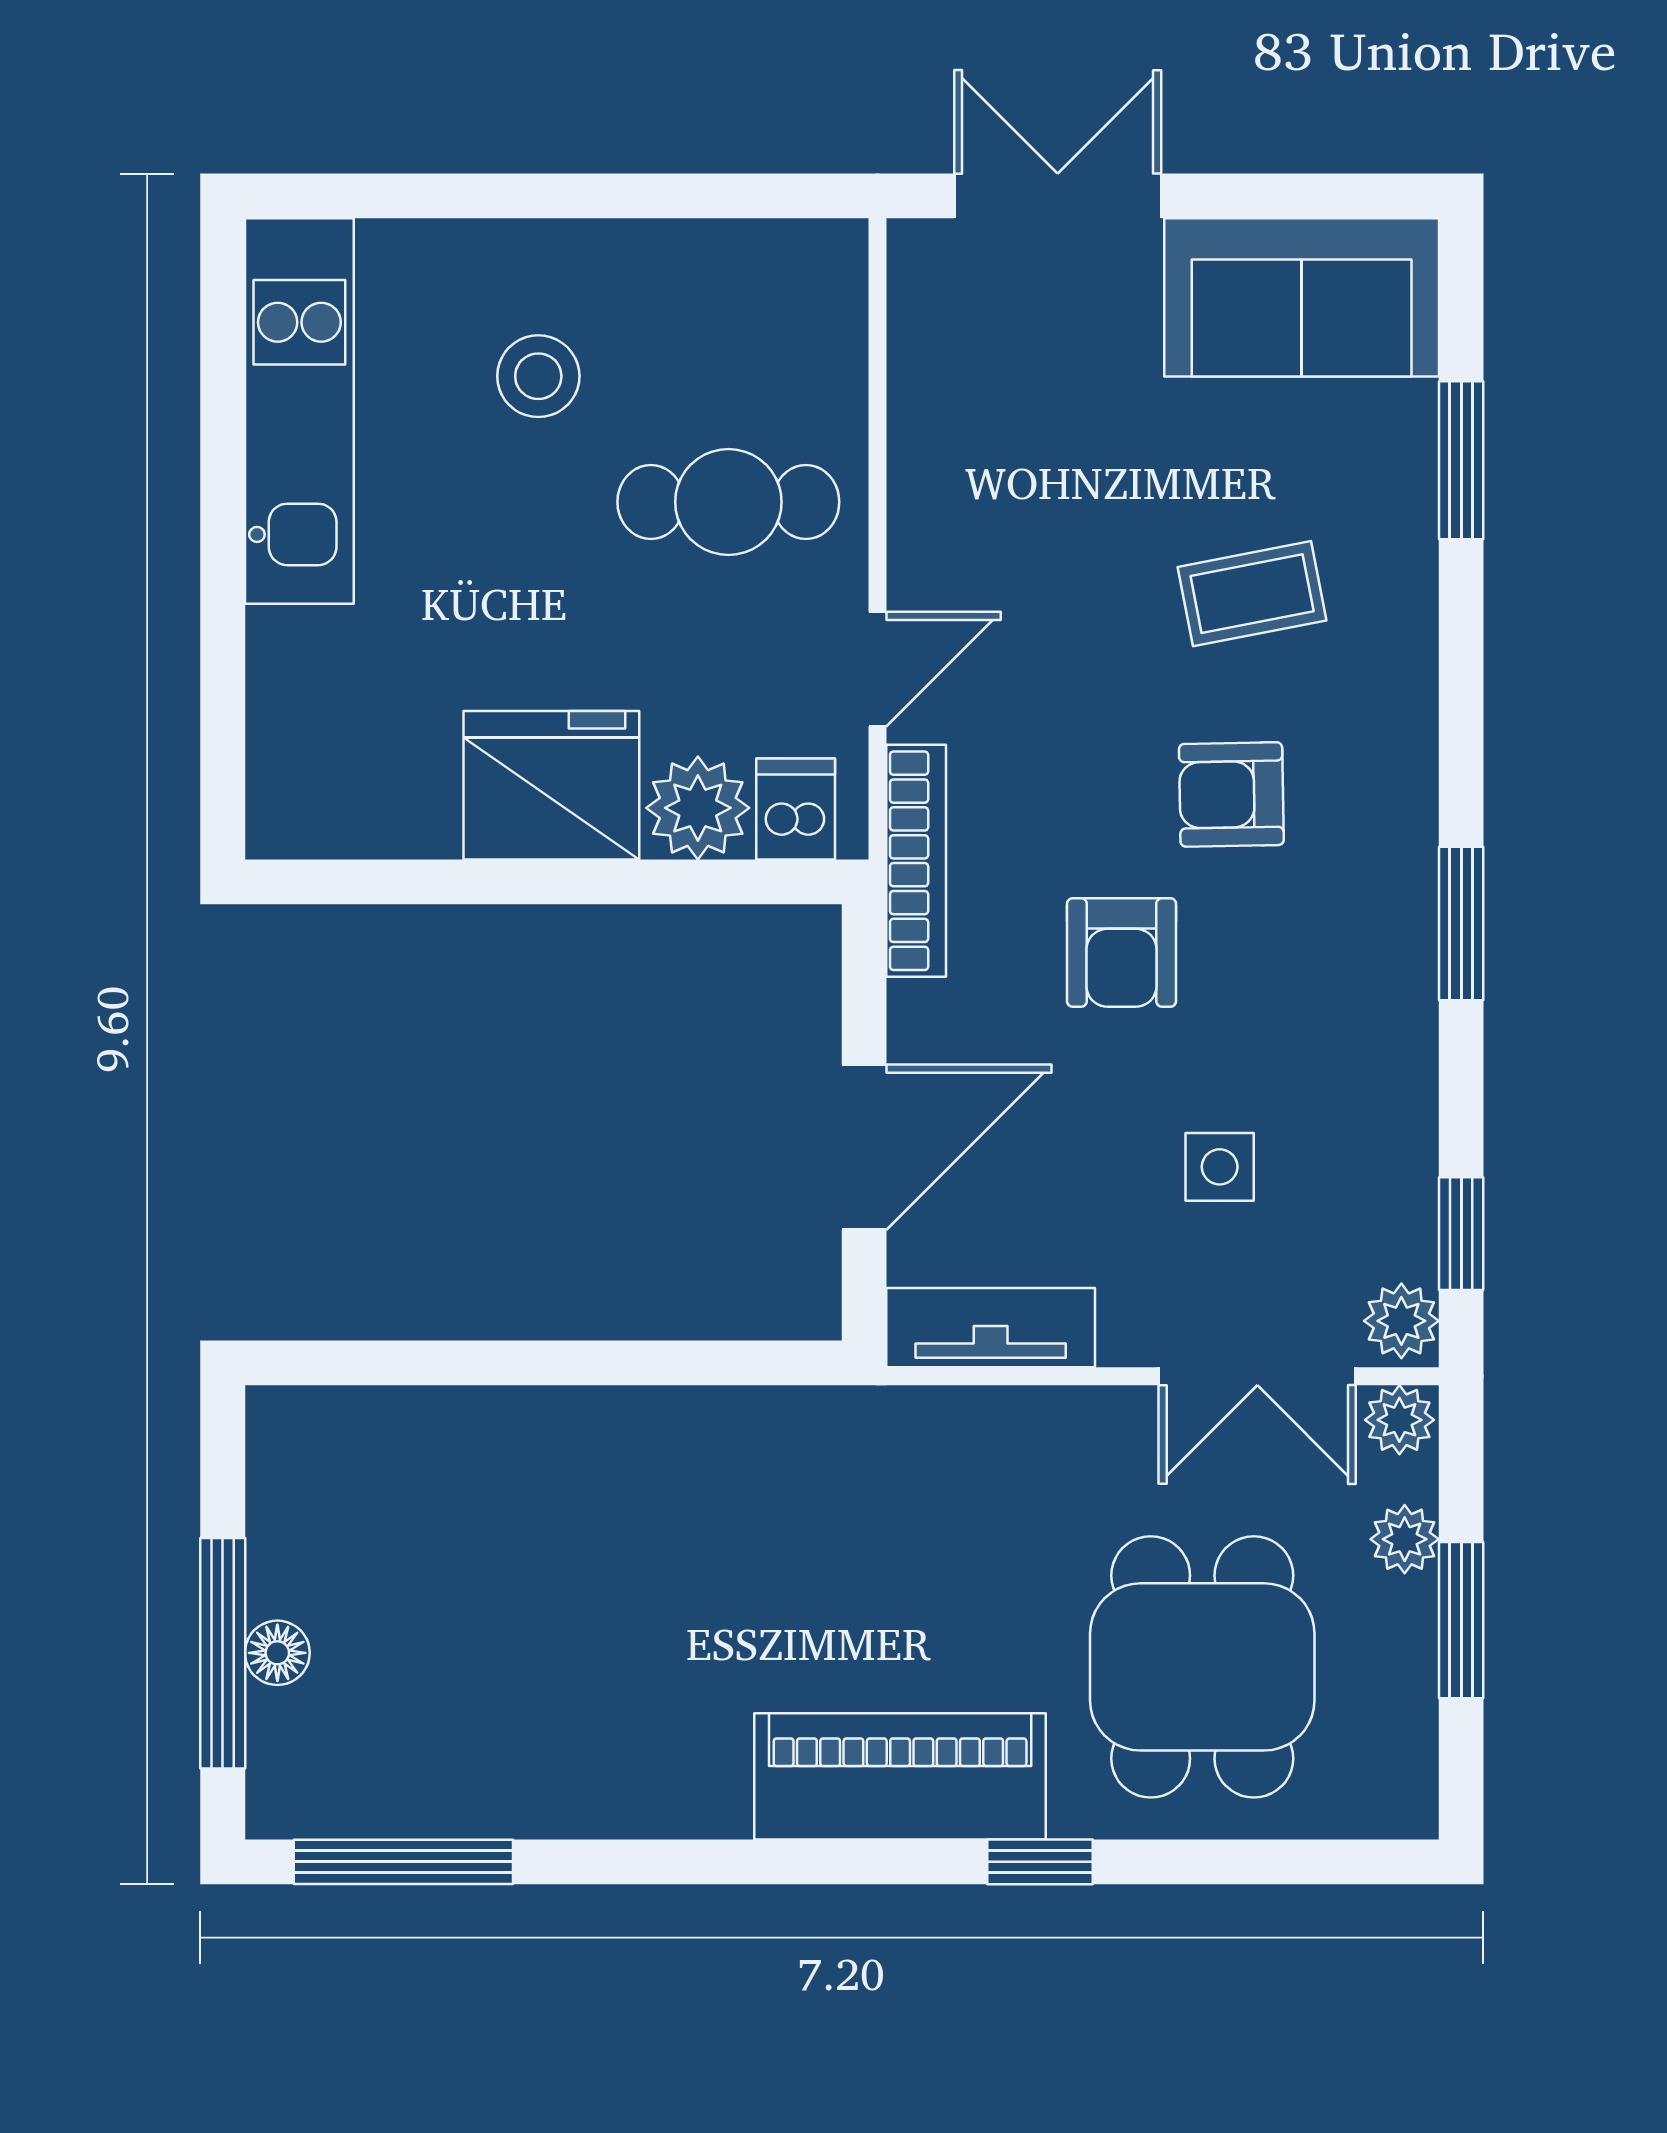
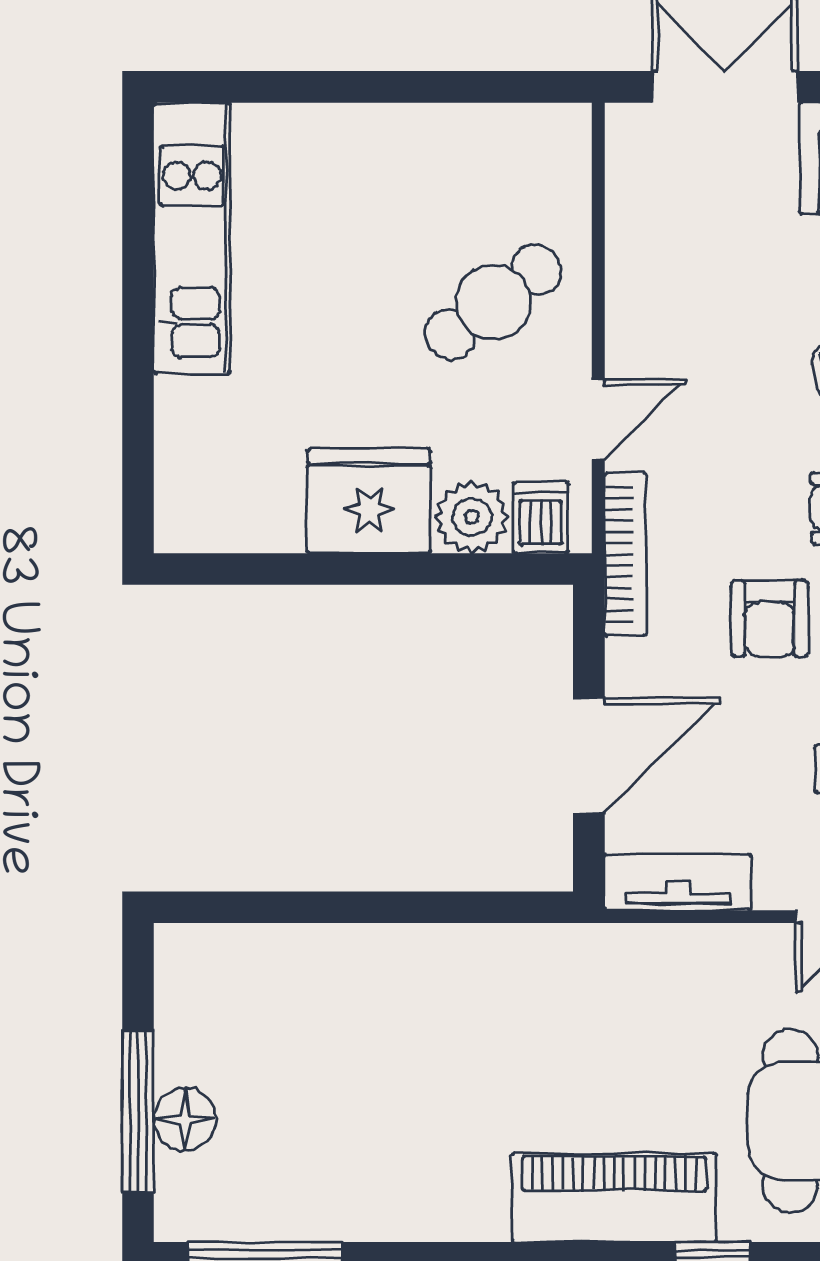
stool: (538, 376) -> (360, 214), removed
cafe table: (728, 502) -> (493, 302), turned -37
floor lamp: (277, 1653) -> (185, 1119), width x1.37, depth x1.37

